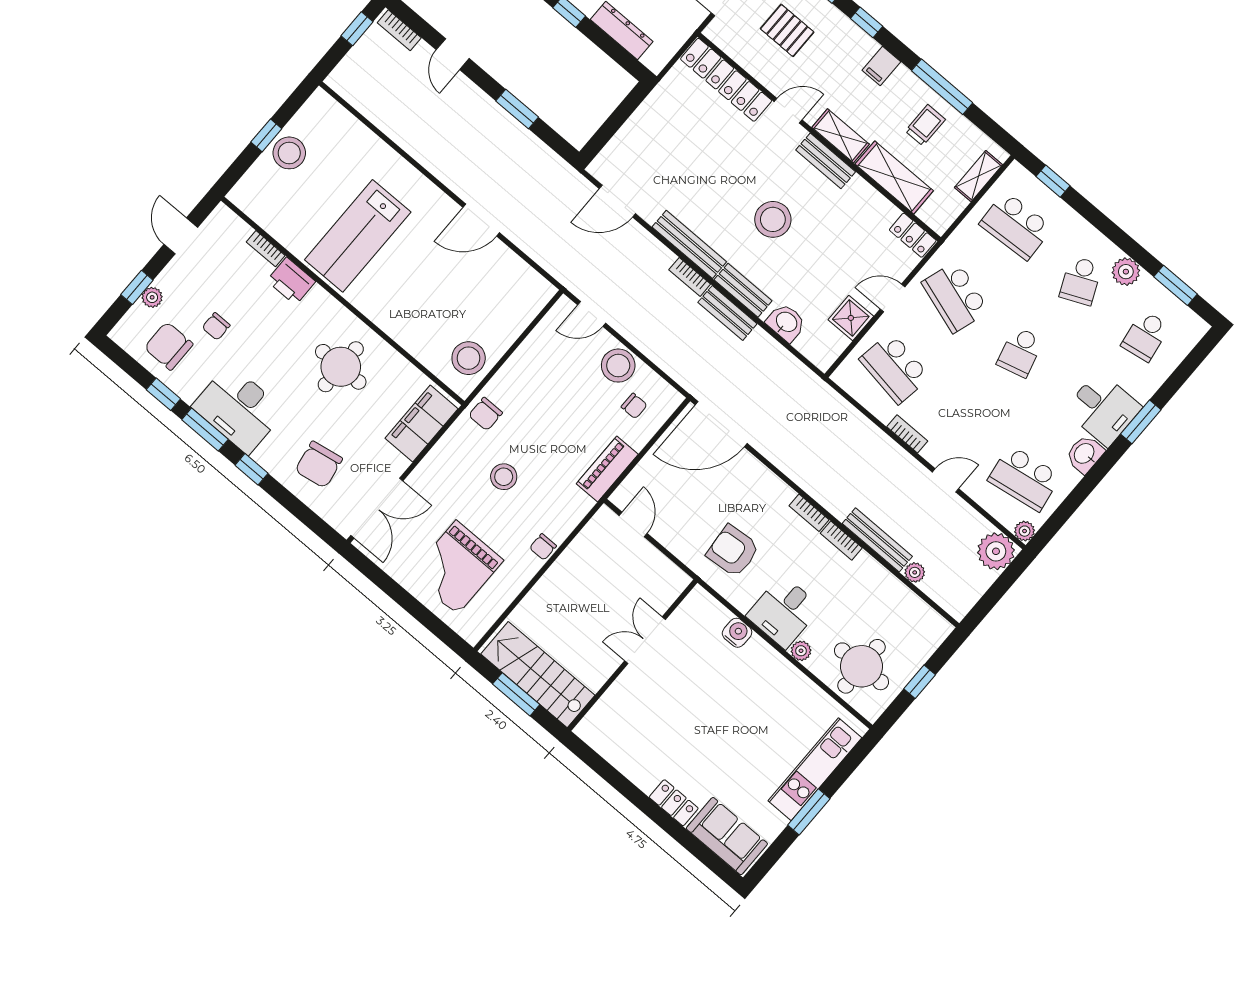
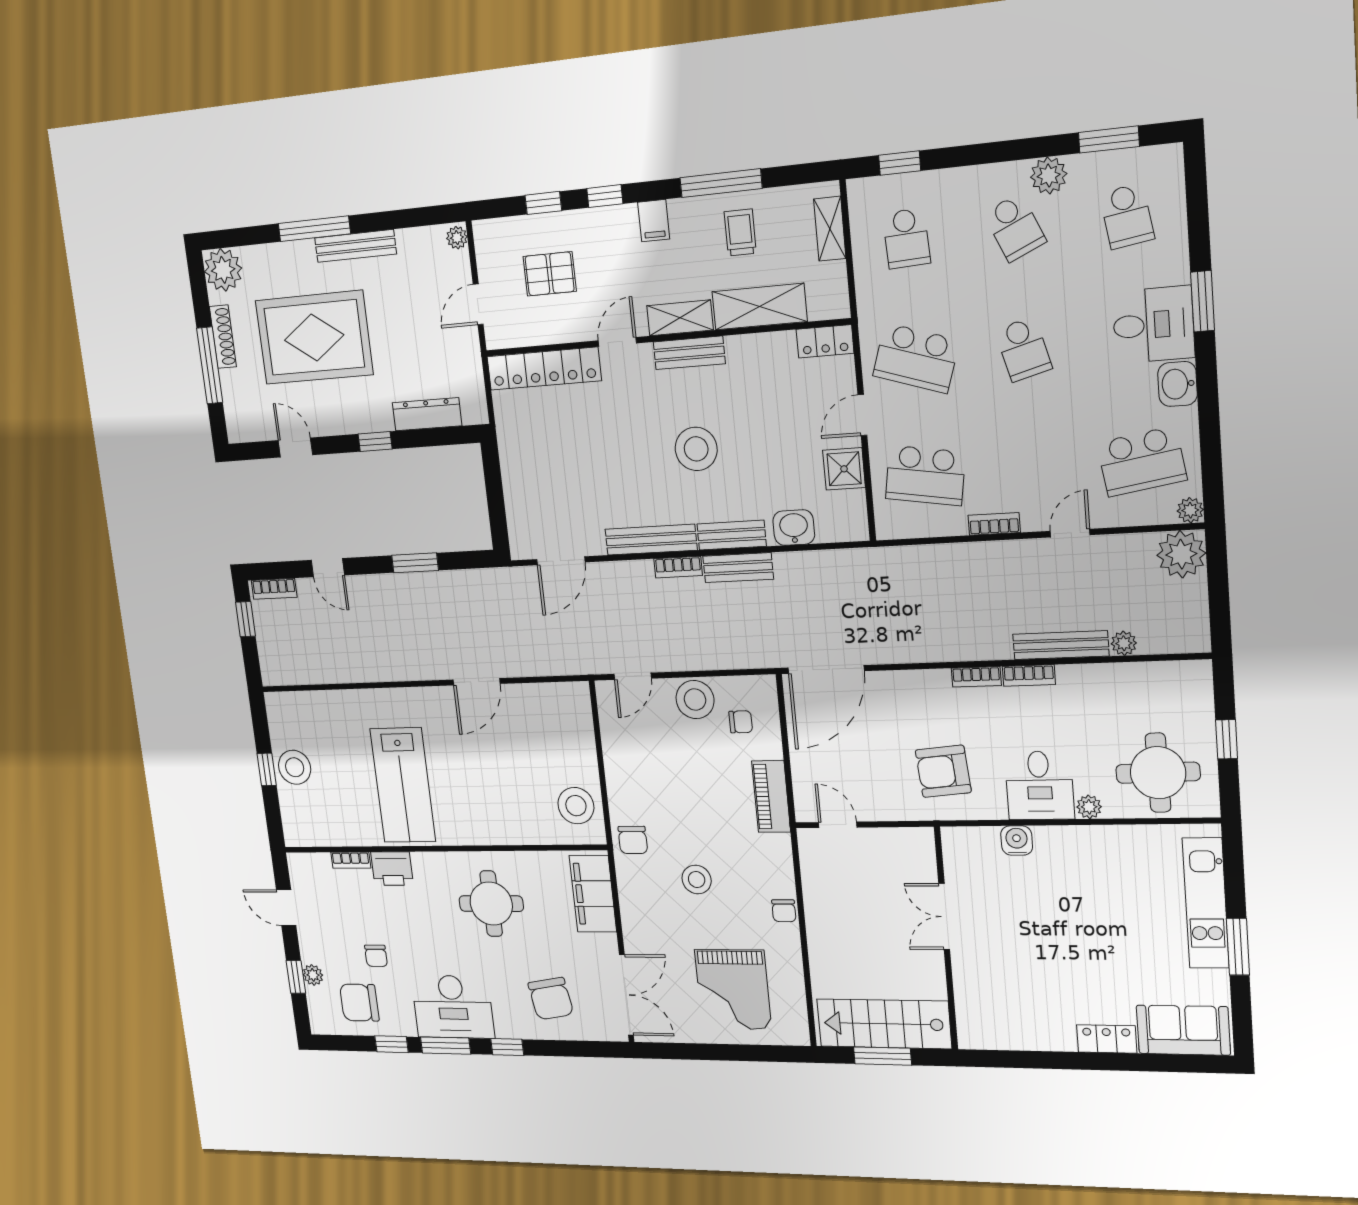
school desk: (1016, 226) -> (906, 238), width x0.54

